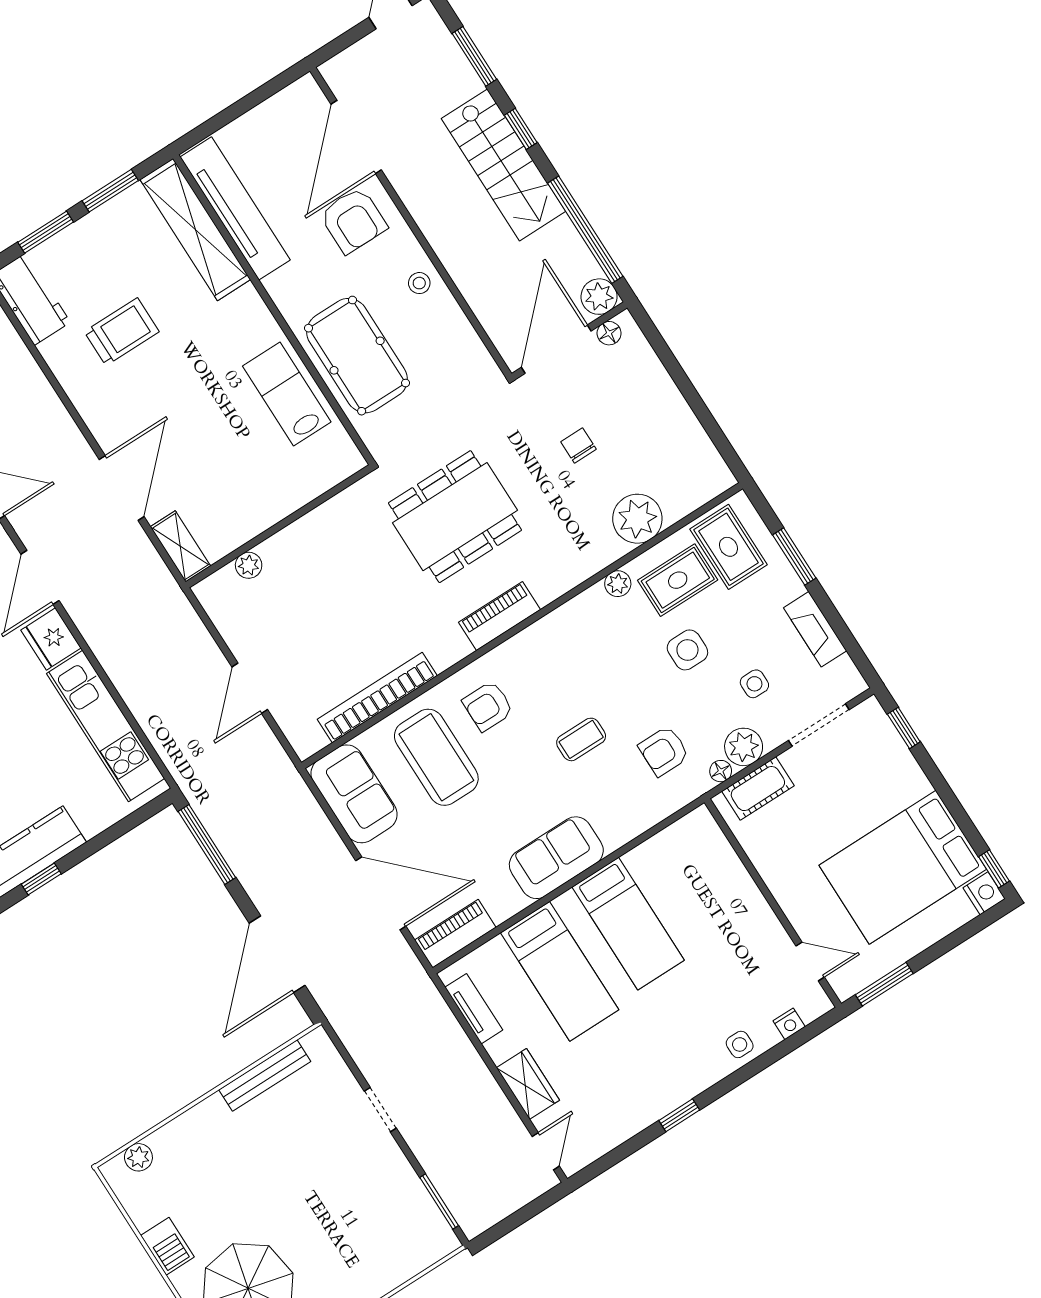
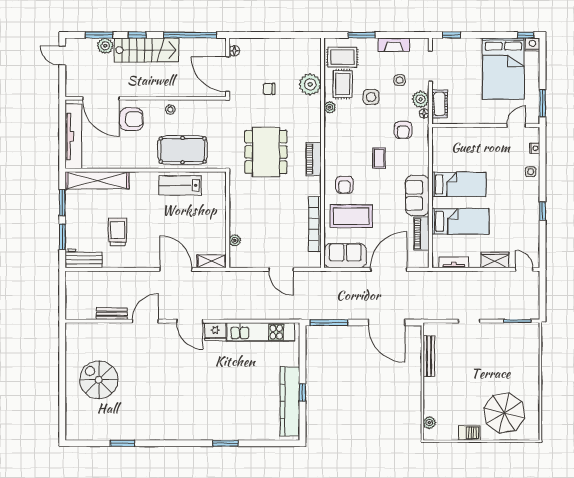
tv unit: (235, 208) -> (73, 136), moved, turned 90
plant: (599, 297) -> (105, 46), moved
piano: (455, 934) -> (421, 234), moved

